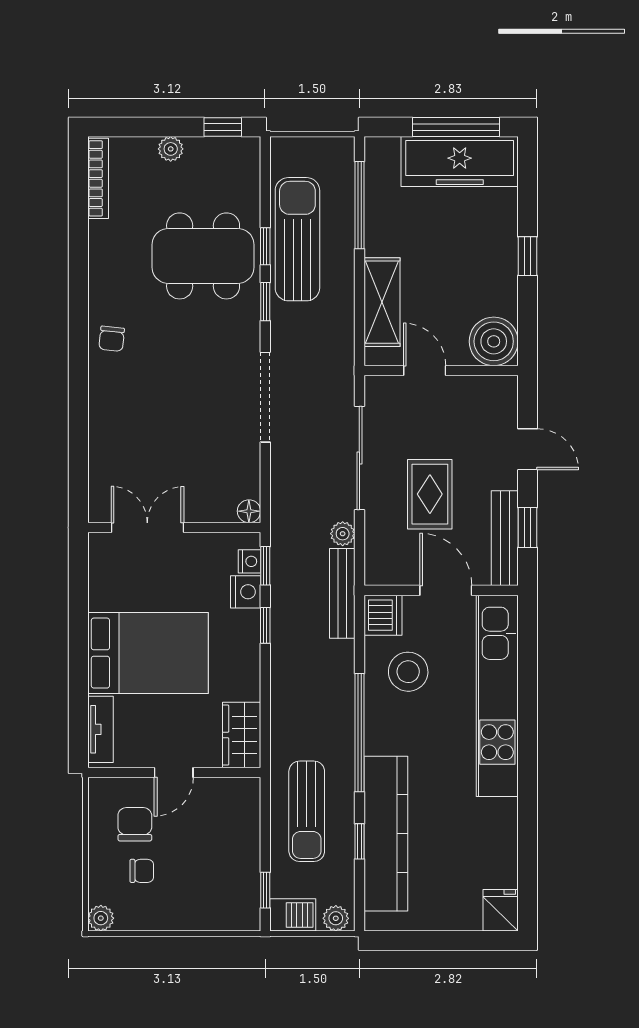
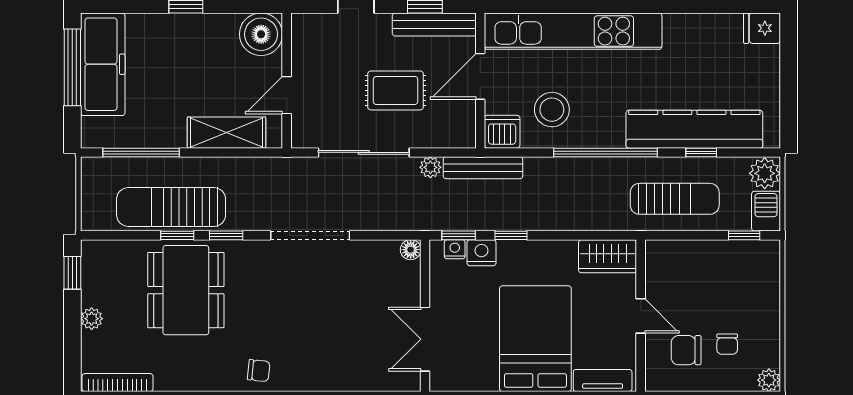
chair: (142, 871) -> (727, 344), turned 180
plant: (336, 918) -> (765, 173), width x1.38, depth x1.38

